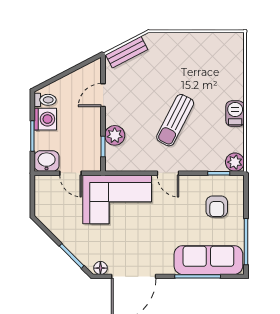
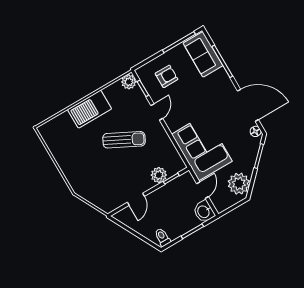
bench: (127, 52) -> (97, 200), removed
door: (103, 95) -> (136, 199), hinge flipped
barbecue: (235, 114) -> (90, 109), width x1.88, depth x1.53
washing machine: (45, 119) -> (176, 229), removed
door: (168, 173) -> (157, 112), moved
plant: (55, 217) -> (239, 184), added
sofa: (208, 260) -> (203, 54), width x0.73

